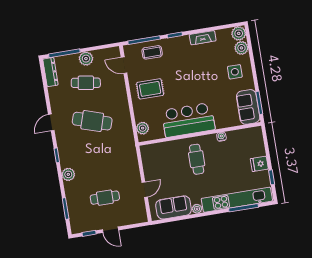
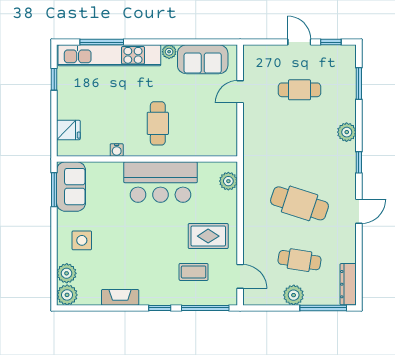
coffee table: (152, 52) -> (194, 272), moved
fridge: (259, 164) -> (68, 130), moved

